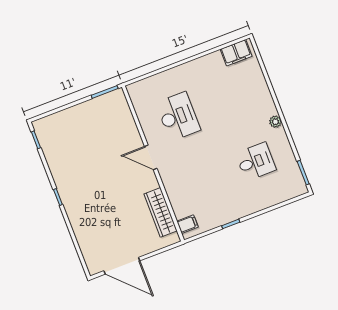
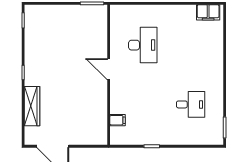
plant: (275, 122) -> (218, 79), removed
wardrobe: (161, 212) -> (32, 106), moved, turned 180
filing cabinet: (187, 224) -> (117, 120), moved

